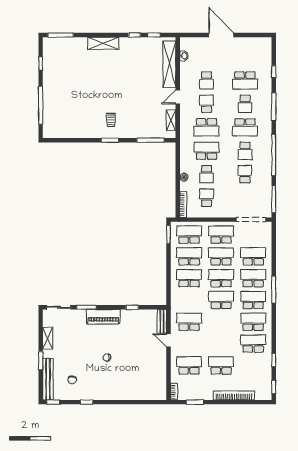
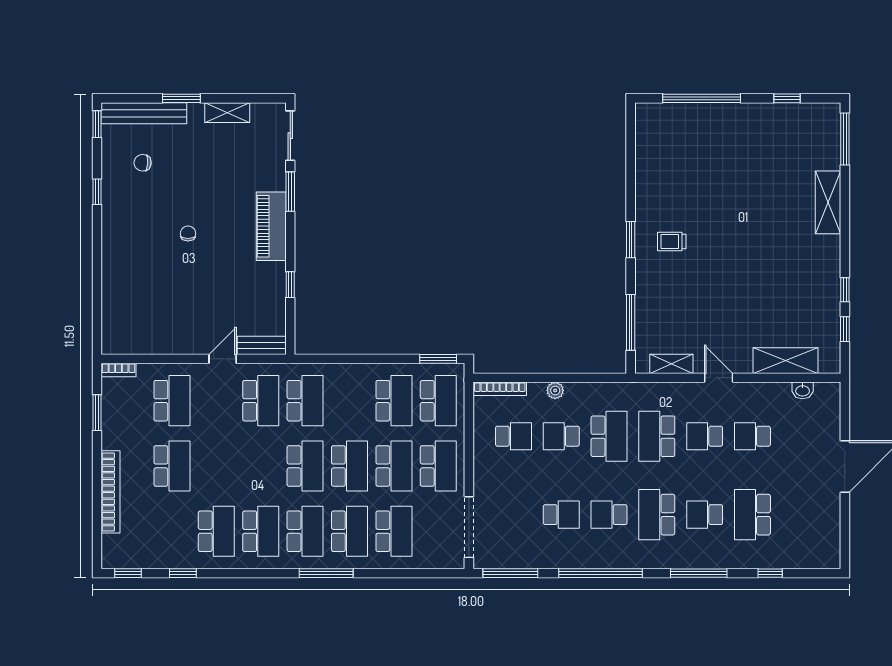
shelving: (103, 43) -> (828, 202), moved
shelving: (169, 64) -> (786, 361), width x0.68
school desk: (207, 104) -> (705, 436), turned 180
school desk: (189, 278) -> (305, 401), moved

